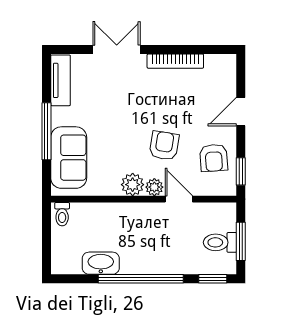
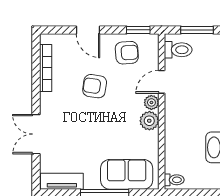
bookcase: (175, 61) -> (46, 68), moved
armchair: (164, 146) -> (95, 86), moved
toilet: (220, 242) -> (178, 50), moved, turned -90

